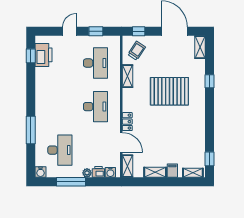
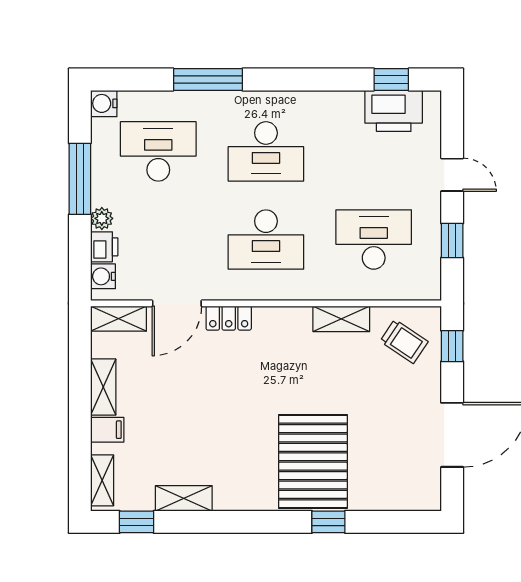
shelving: (200, 47) -> (184, 498), moved
desk: (96, 63) -> (374, 240), turned 180
pallet: (169, 91) -> (313, 461), moved
desk: (60, 107) -> (266, 151), added
desk: (60, 150) -> (158, 151), turned 180

